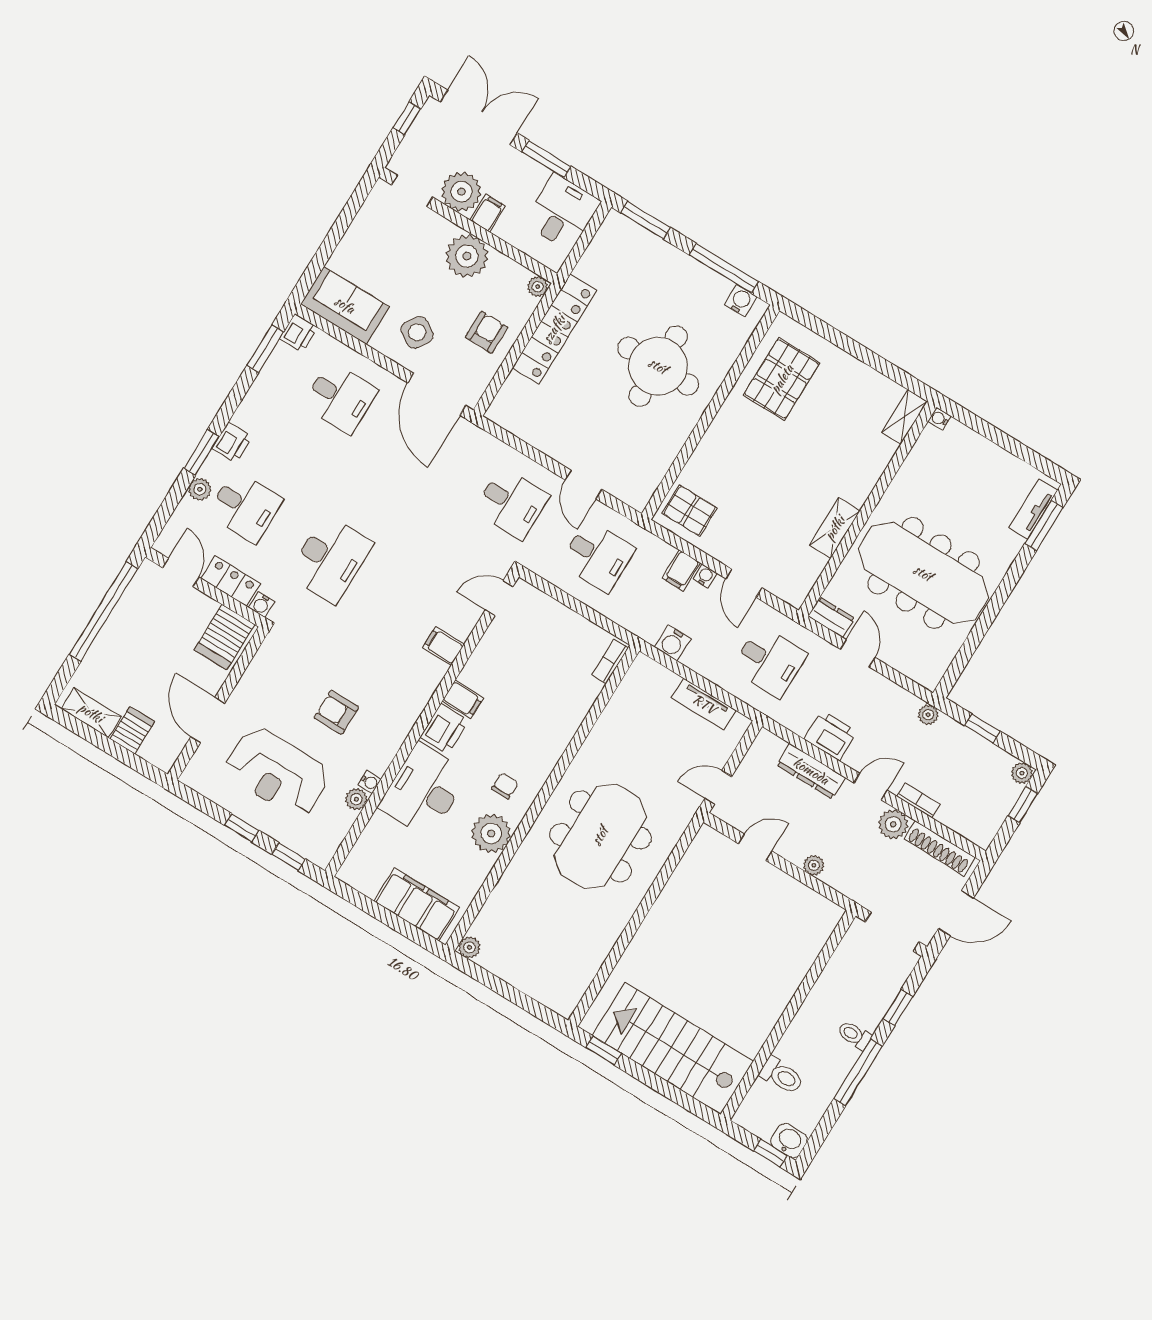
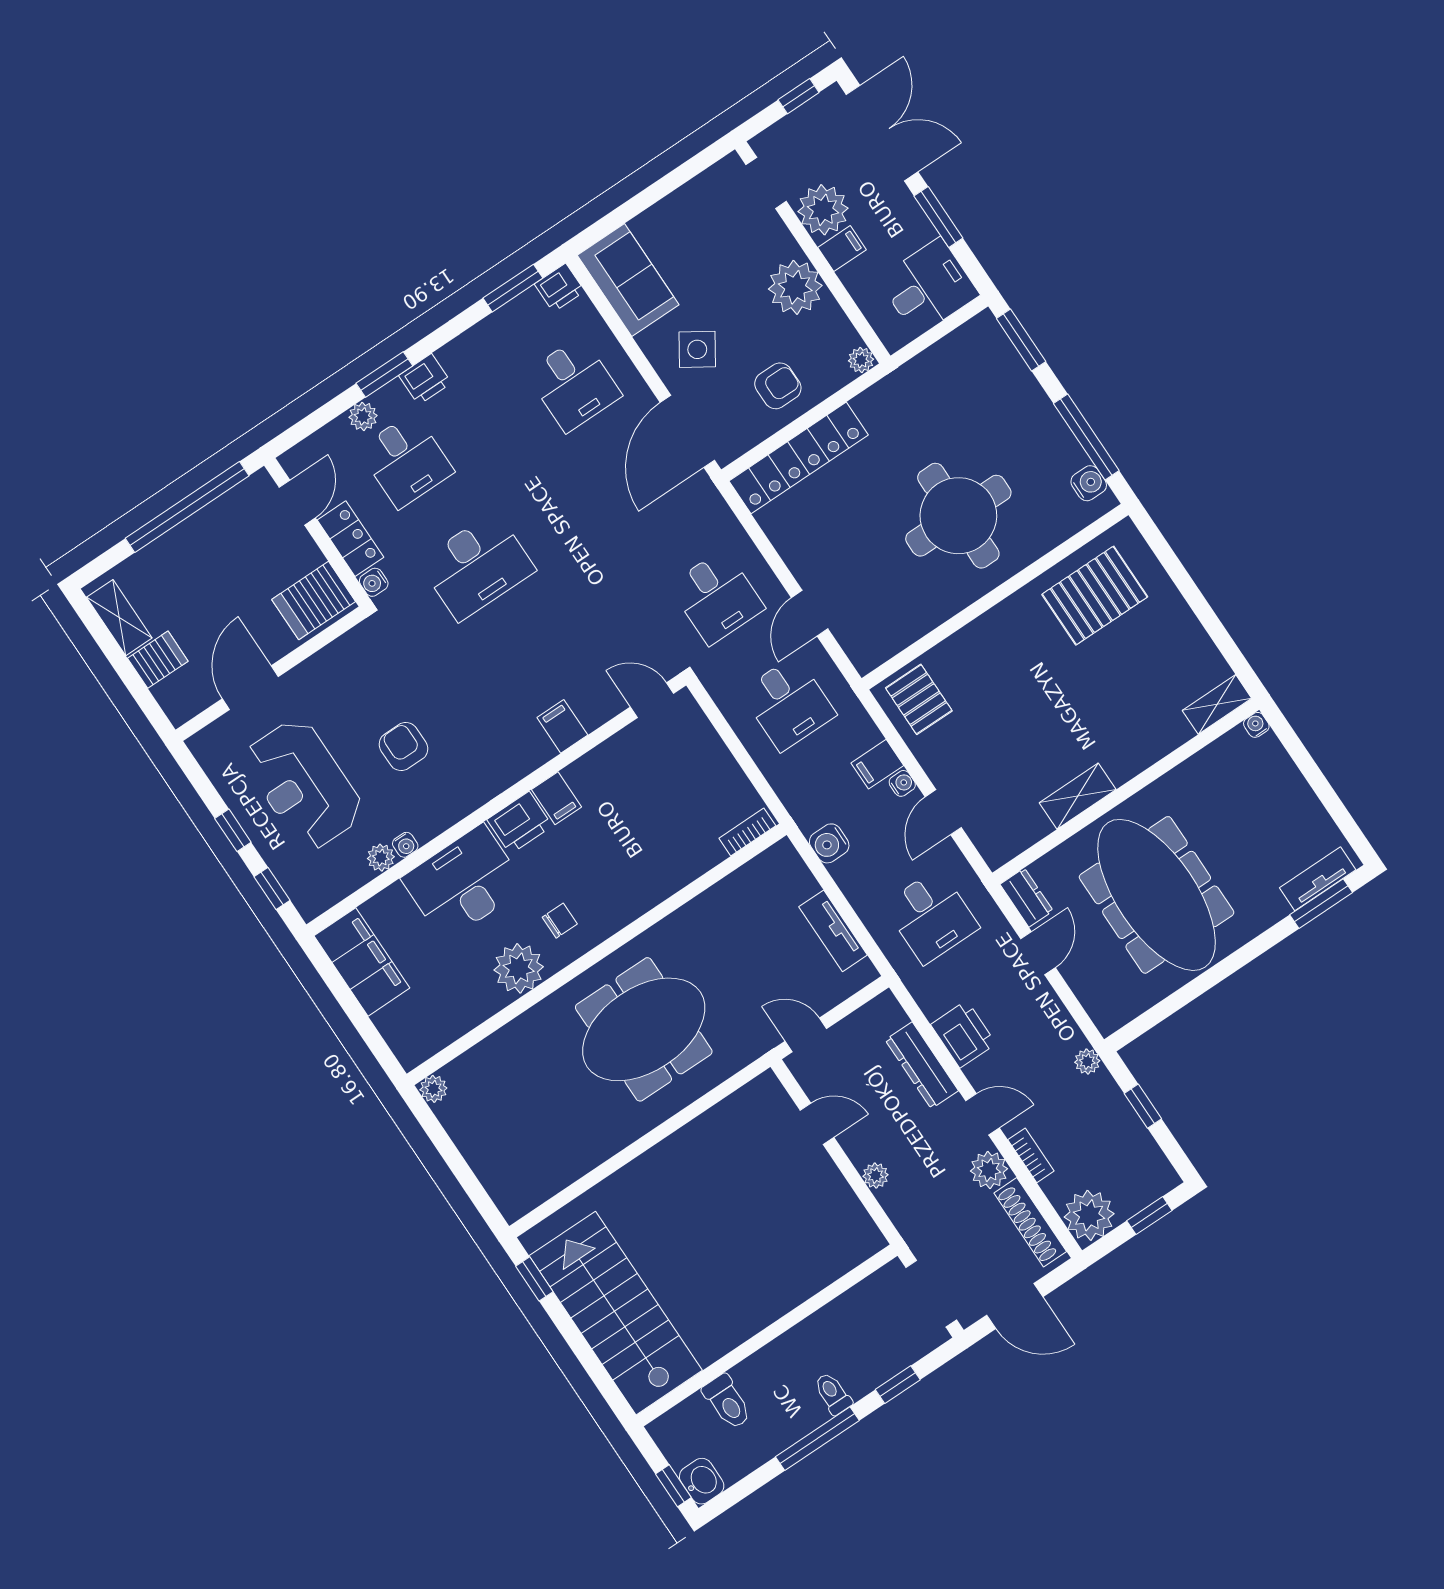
locker: (554, 329) -> (799, 458), moved
plant: (1022, 773) -> (1089, 1215), moved, width x1.88, depth x1.88
filing cabinet: (417, 904) -> (362, 962), moved

